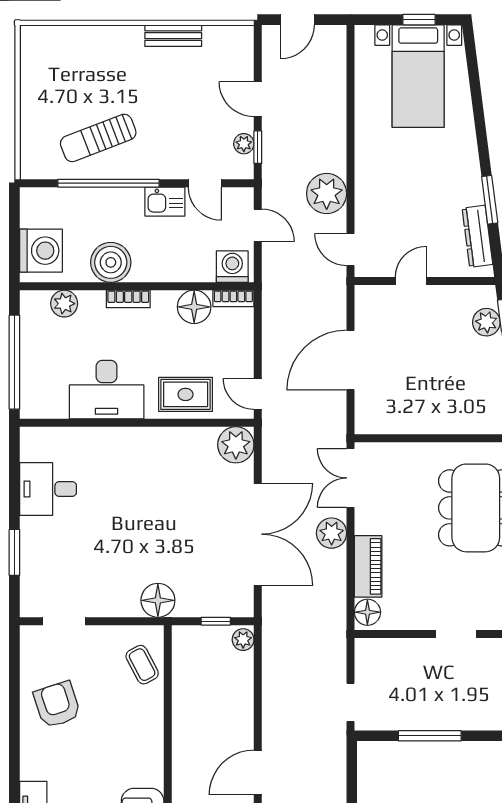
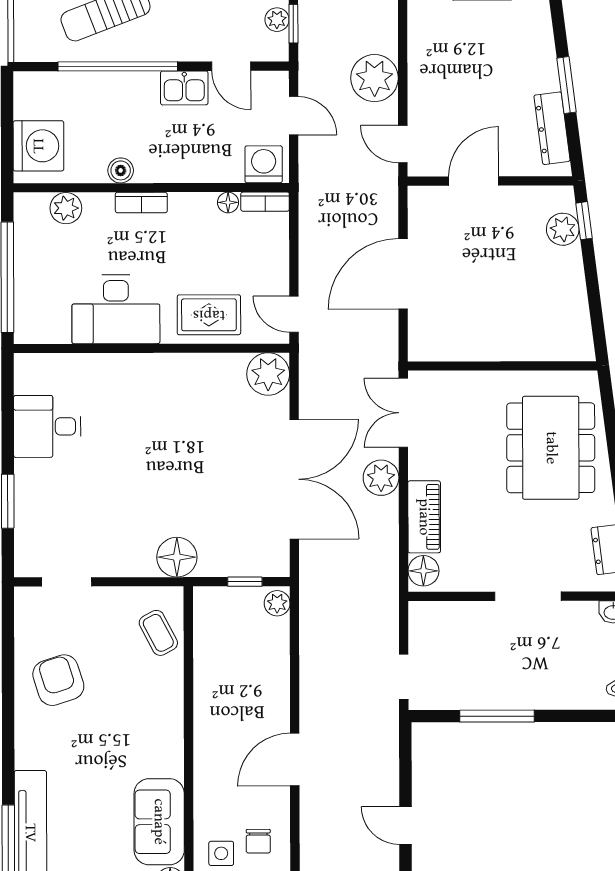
boiler: (111, 262) -> (121, 170), width x0.54, depth x0.54
door: (411, 281) -> (474, 181), width x1.38
floor lamp: (194, 307) -> (228, 202), width x0.53, depth x0.53
doorway: (456, 634) -> (528, 596), width x1.38

